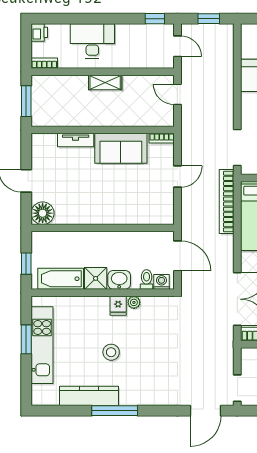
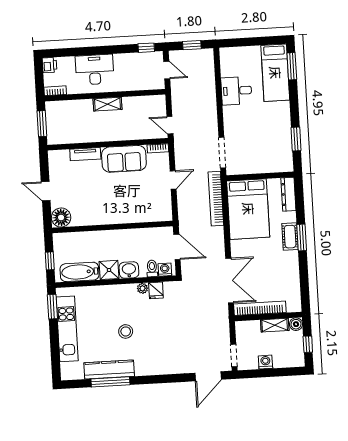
door: (177, 94) -> (170, 125), moved
fridge: (118, 306) -> (156, 290), moved
window: (26, 339) -> (52, 307), moved
window: (115, 411) -> (110, 382), moved

